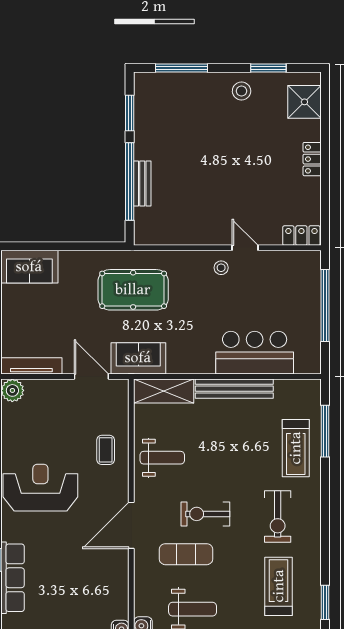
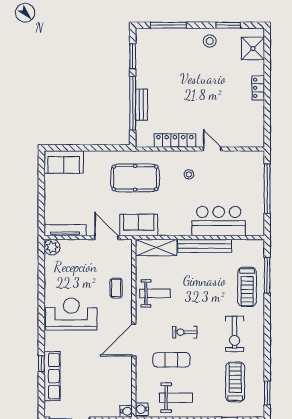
locker: (301, 236) -> (175, 141), moved, width x1.53
stool: (221, 268) -> (189, 174), moved
exercise bike: (205, 514) -> (185, 332), width x0.73, depth x0.72

